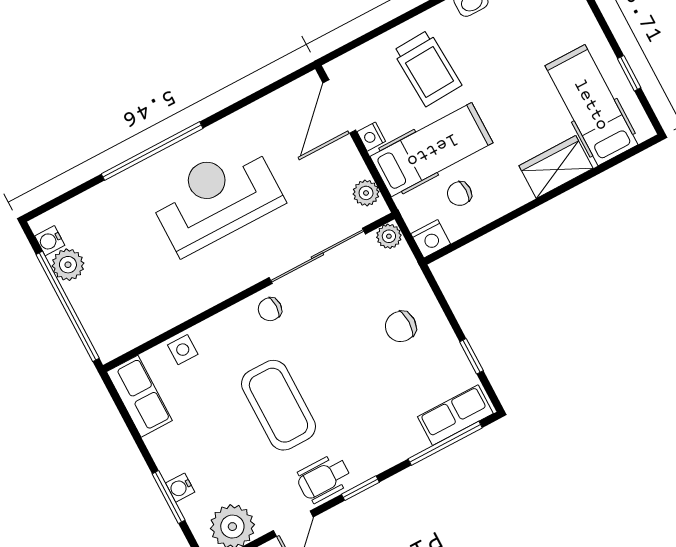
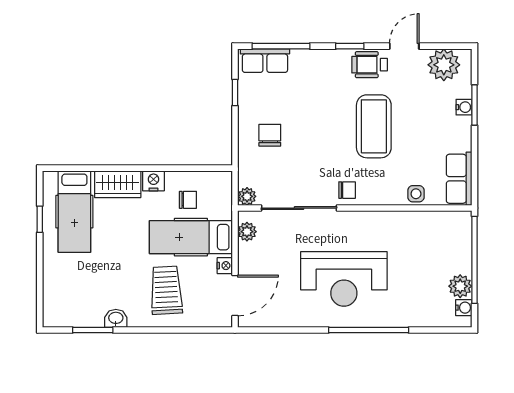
nightstand: (431, 239) -> (153, 181), moved
chair: (401, 327) -> (270, 135), turned -90
wheelchair: (324, 478) -> (370, 65), turned 180

